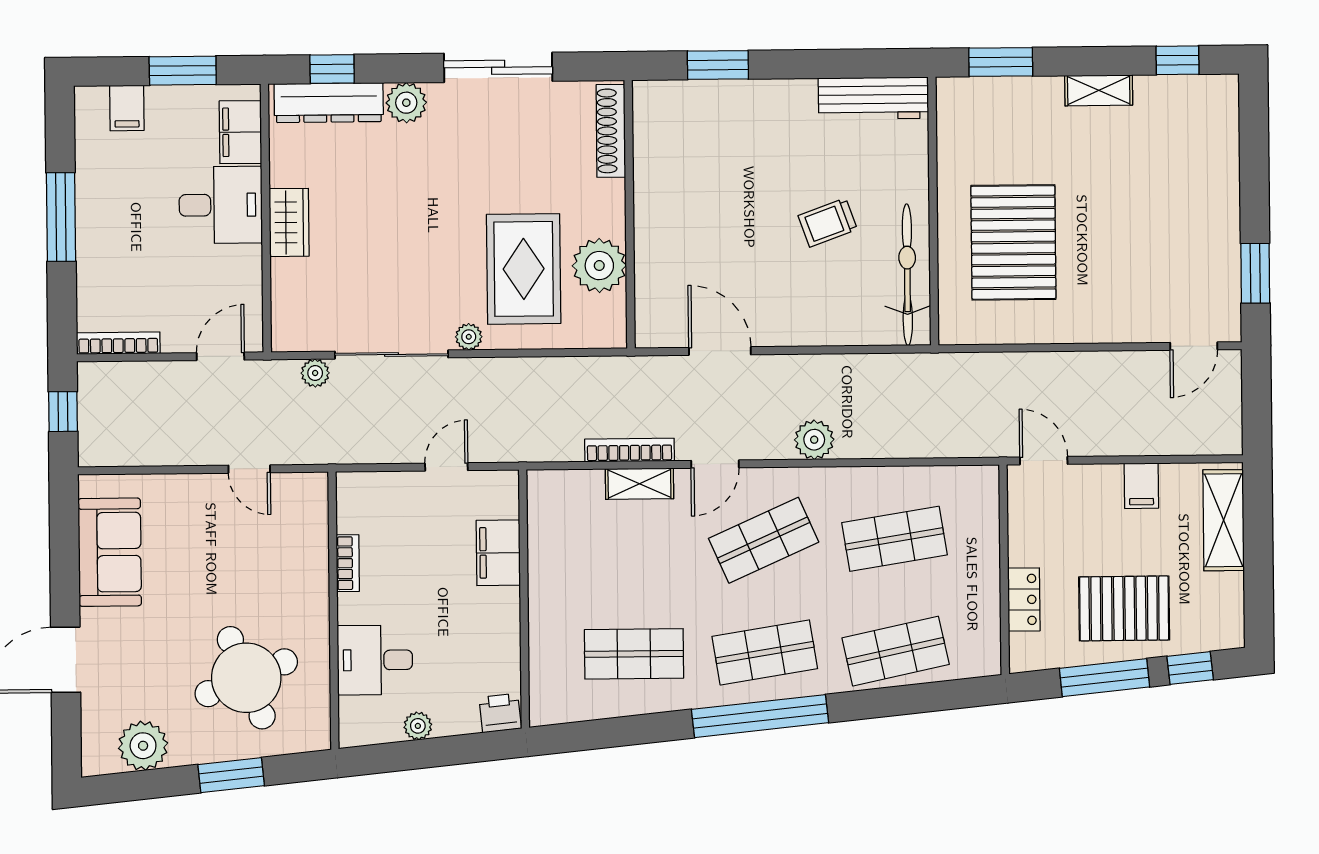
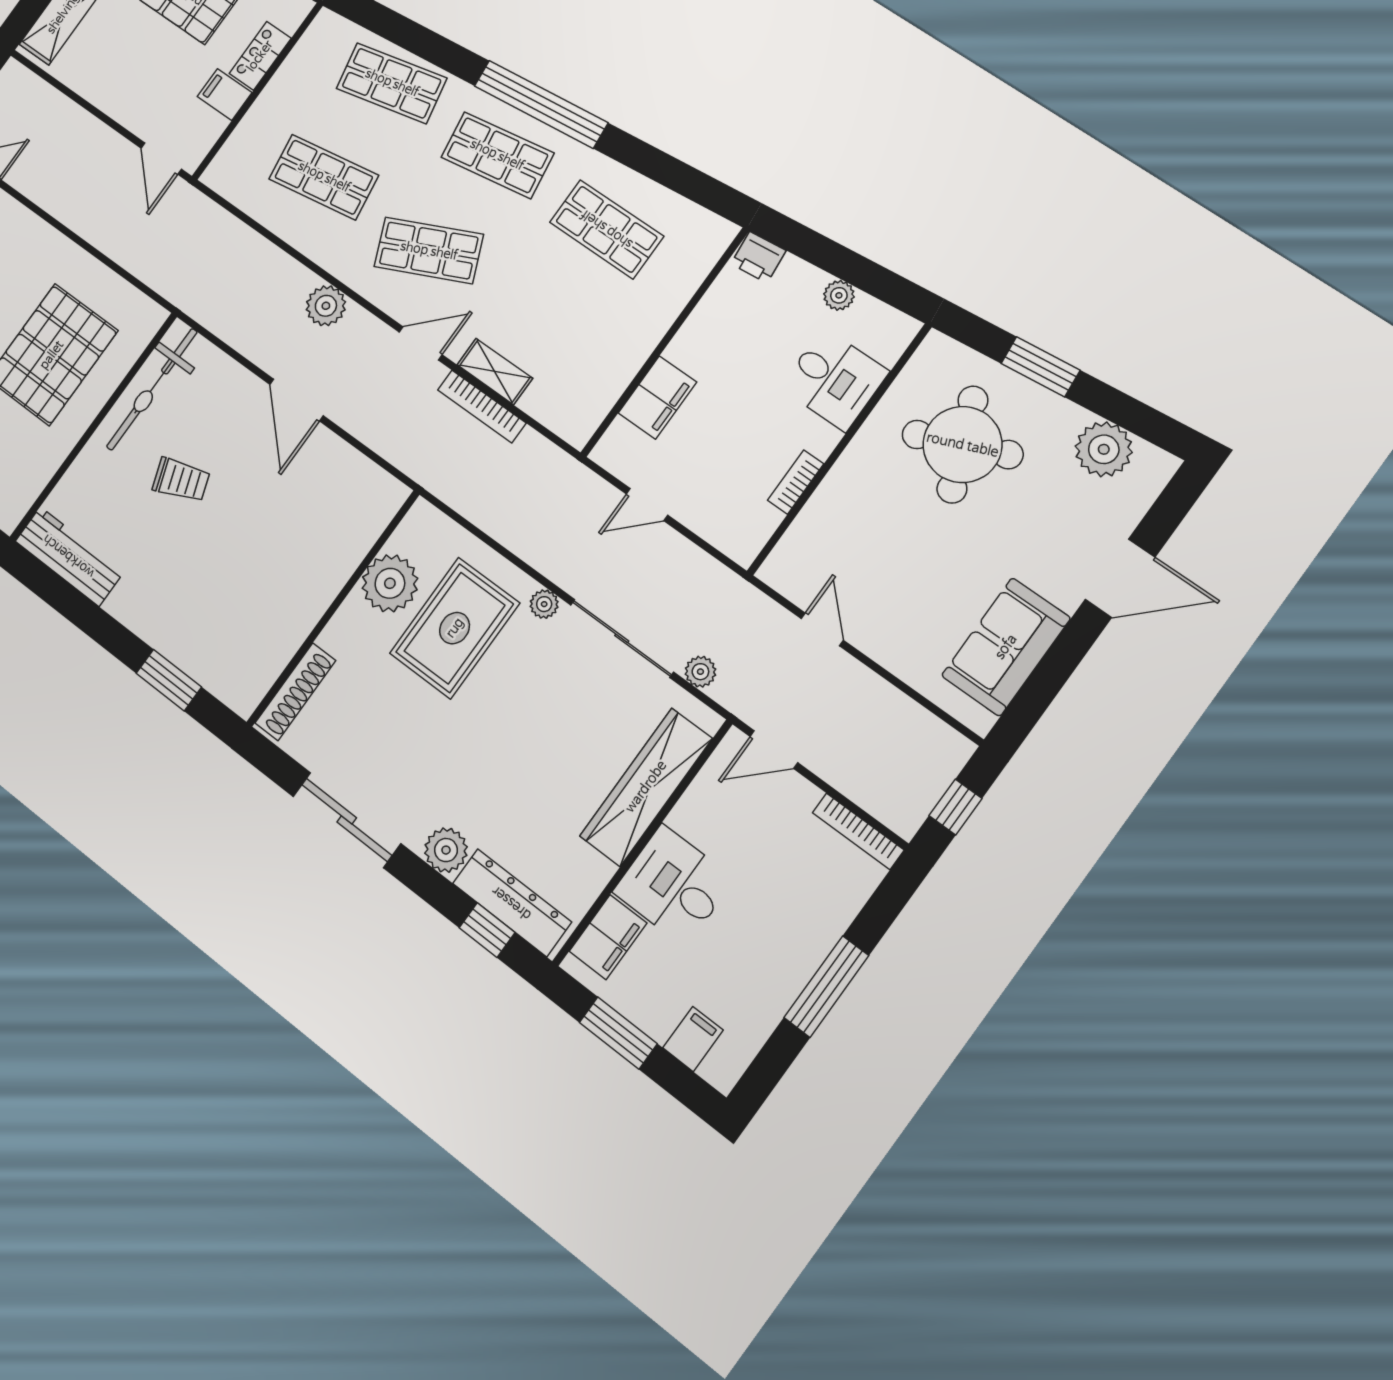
wardrobe: (289, 222) -> (646, 787), width x2.10, depth x1.17
door: (720, 351) -> (297, 400), moved
filing cabinet: (1141, 486) -> (225, 95), moved, turned -90

